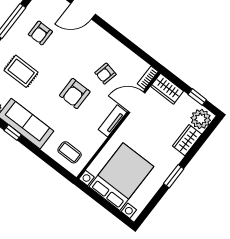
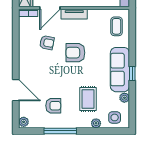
armchair: (75, 94) -> (75, 53), turned 180
door: (136, 102) -> (50, 8), hinge flipped

